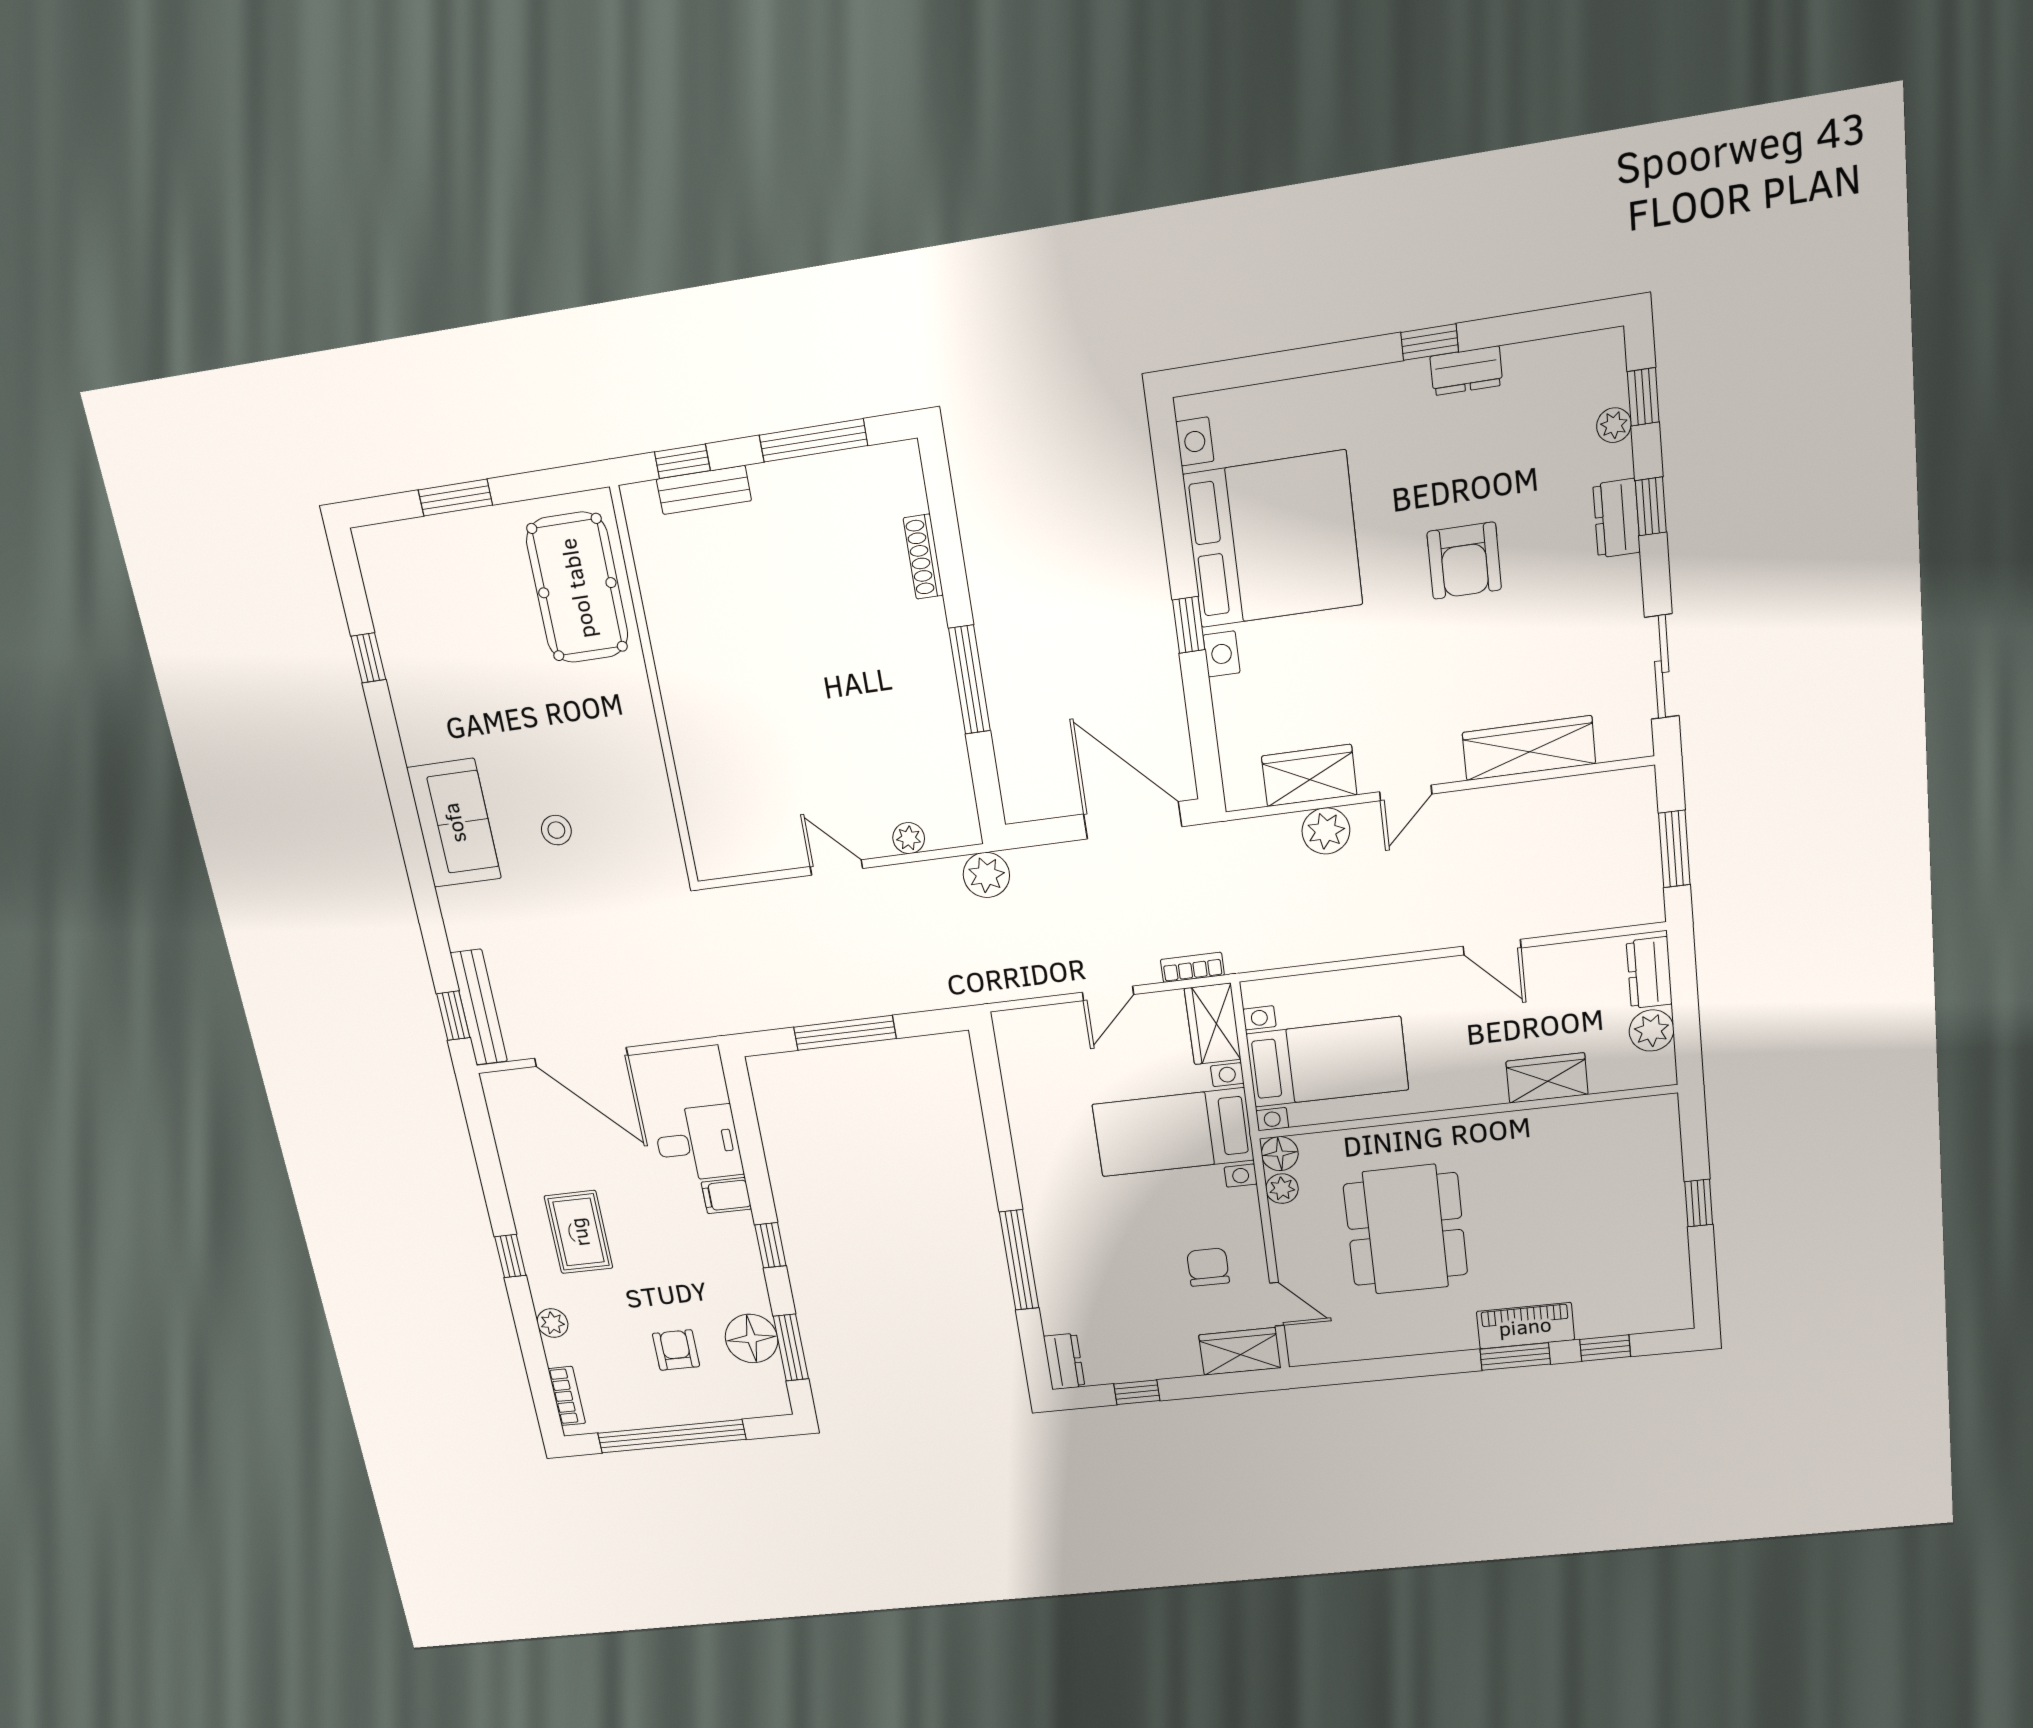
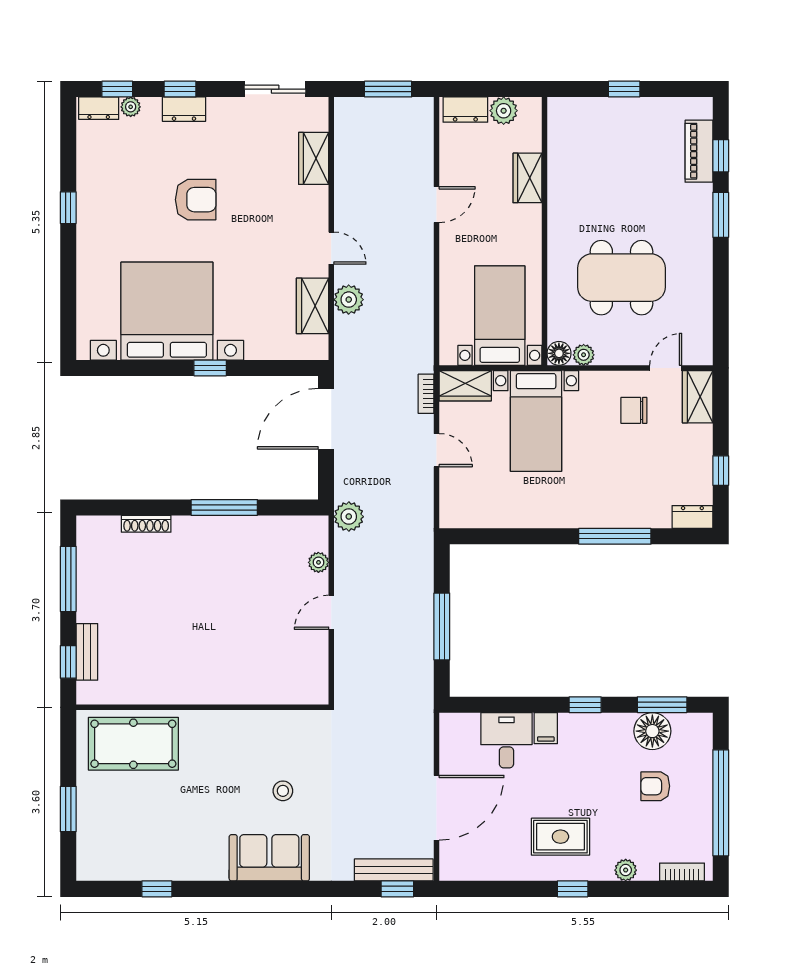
dresser: (1466, 371) -> (99, 108), moved, turned 90
wardrobe: (1529, 748) -> (314, 158), width x0.67
piano: (1525, 1326) -> (699, 151), moved

